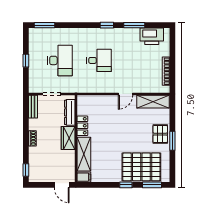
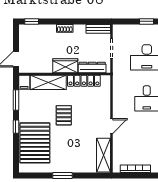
door: (125, 94) -> (111, 126), swing flipped
locker: (82, 126) -> (84, 81), width x1.53
pallet: (160, 134) -> (64, 115), moved, turned 90
window: (152, 185) -> (16, 100), moved

